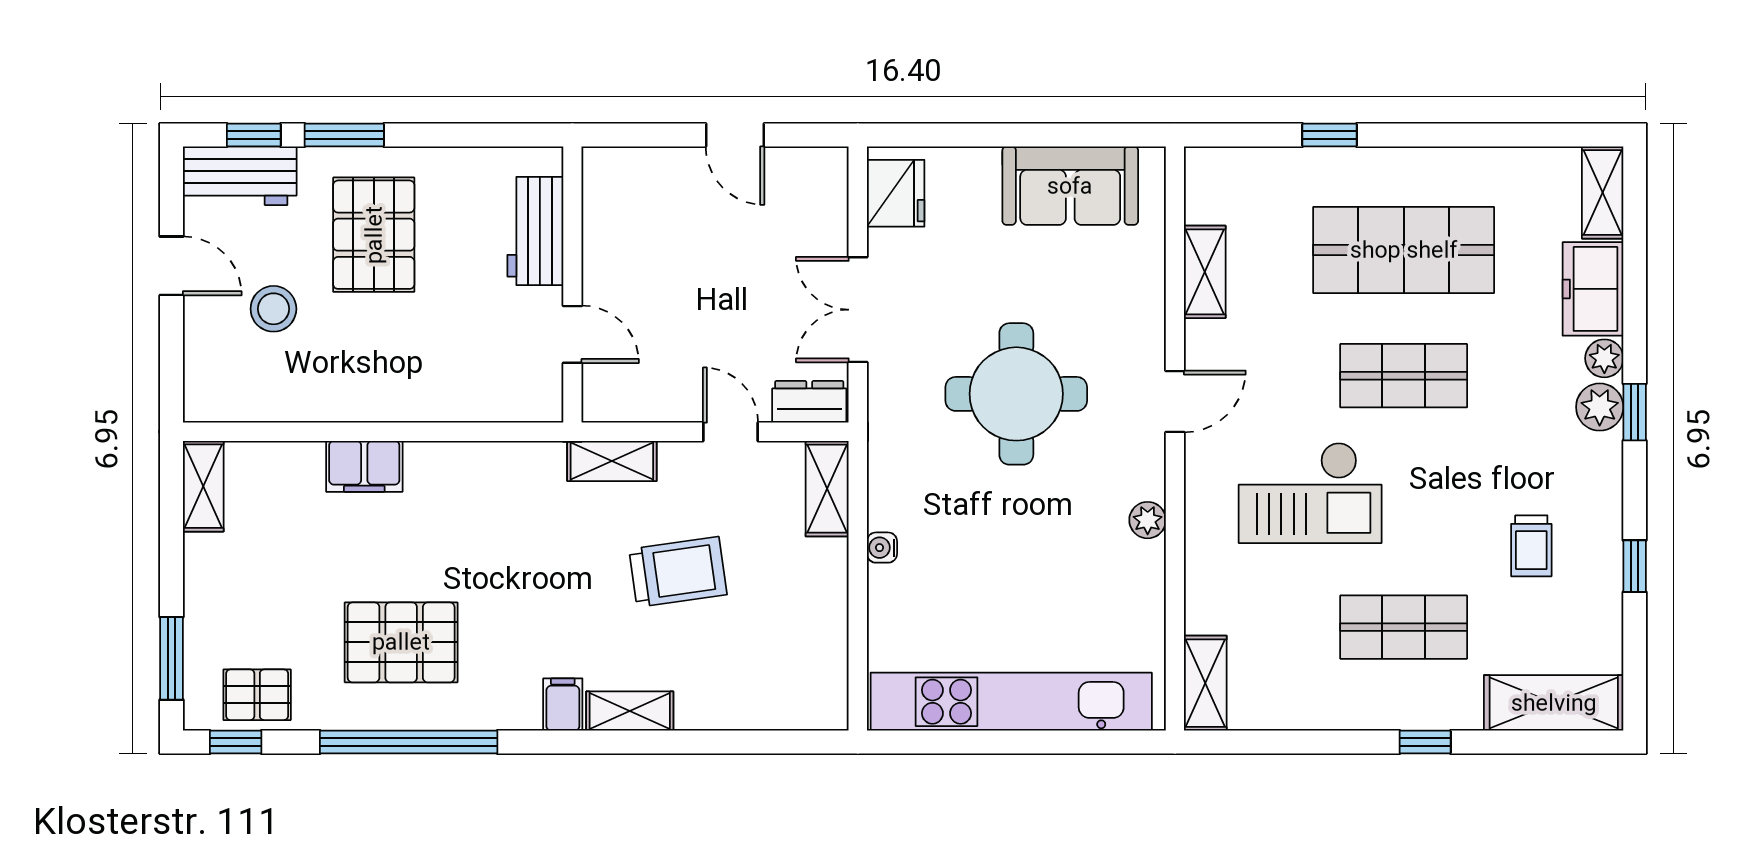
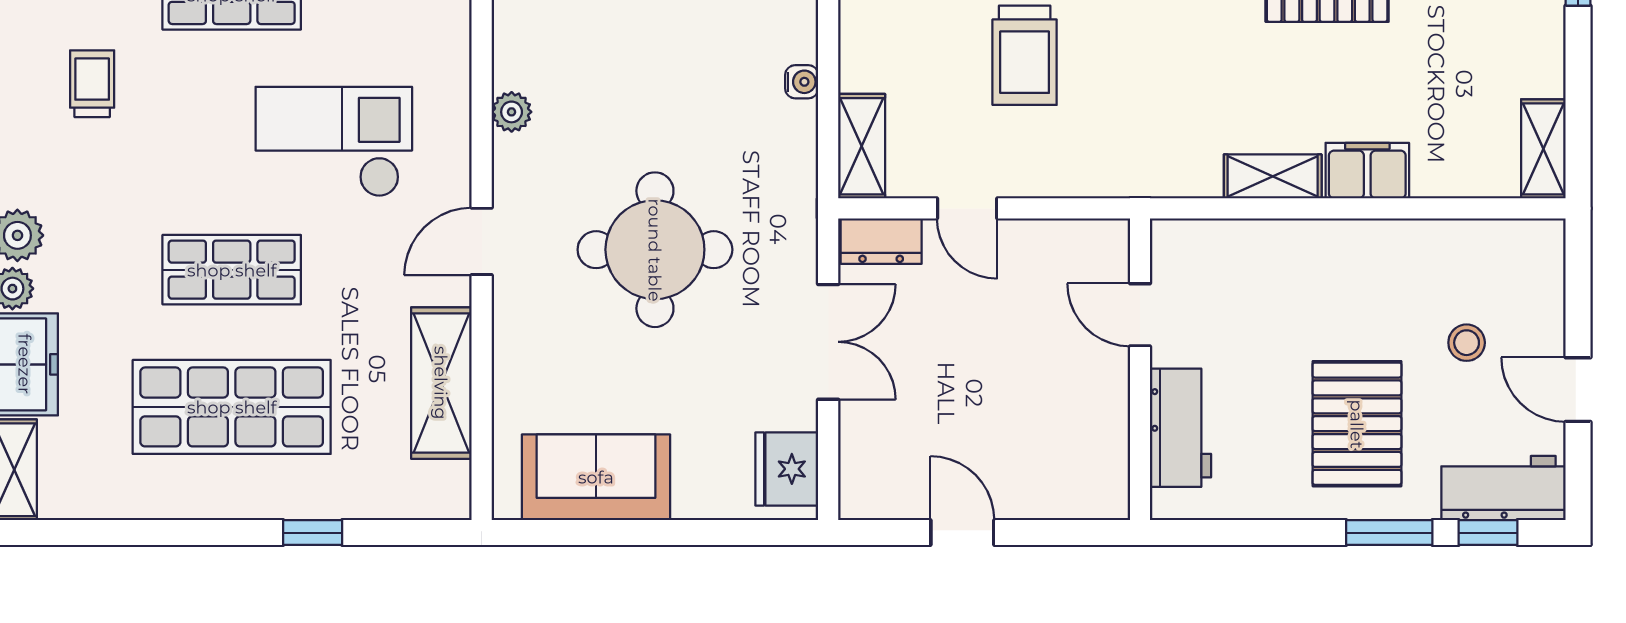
shelving: (1205, 272) -> (441, 383), width x1.50, depth x1.33
stool: (273, 309) -> (1467, 343), width x0.73, depth x0.73
shelving: (612, 461) -> (1273, 176), moved
trolley: (678, 572) -> (1025, 55), turned -82

